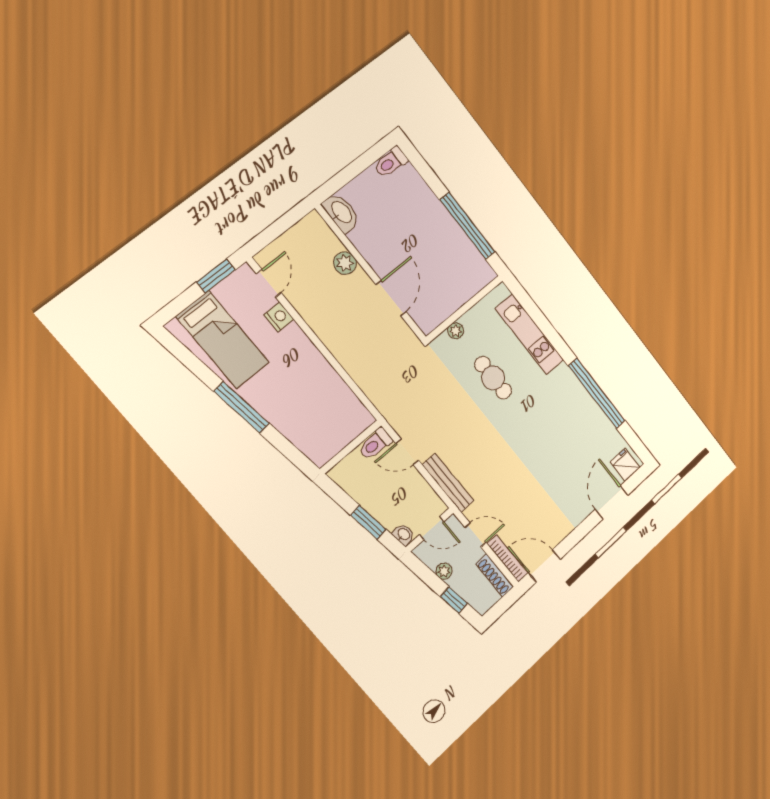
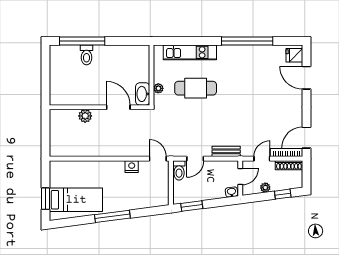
toilet: (391, 162) -> (87, 55), moved
washbasin: (341, 212) -> (143, 94), moved, turned -90
window: (467, 226) -> (82, 41), moved
window: (216, 276) -> (46, 199), moved
door: (269, 283) -> (158, 159), moved
nightstand: (279, 317) -> (132, 167), moved
cafe table: (493, 378) -> (196, 88), width x1.37, depth x1.35
bench: (448, 483) -> (226, 151), width x0.73
window: (368, 522) -> (192, 206), moved

